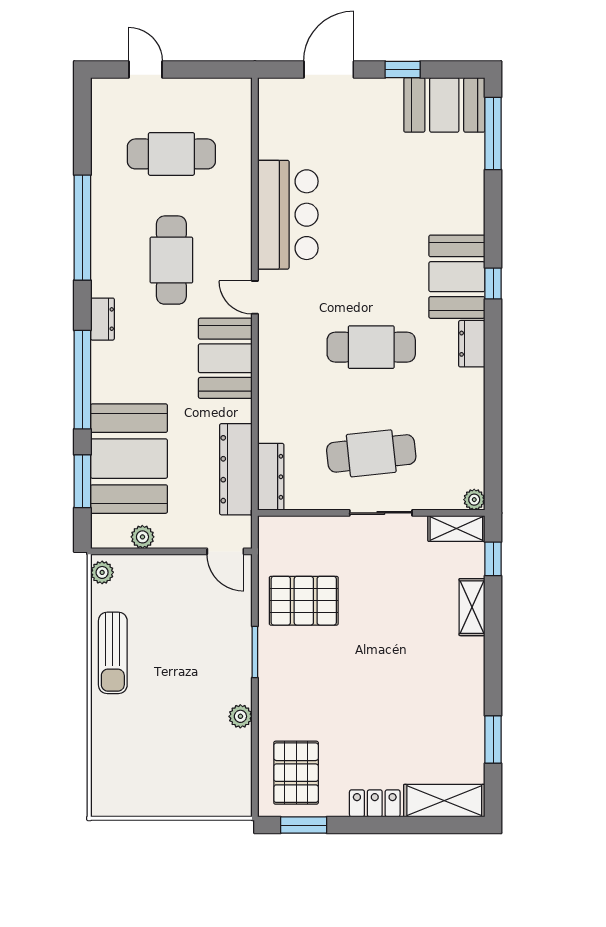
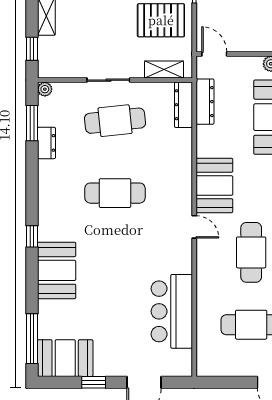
bar counter: (288, 215) -> (172, 311), moved
booth: (457, 277) -> (57, 270), moved
dresser: (472, 344) -> (46, 143), moved
window: (493, 450) -> (32, 123), added
dresser: (236, 469) -> (205, 102), width x0.73, depth x0.80
shelving: (456, 528) -> (164, 69), moved

